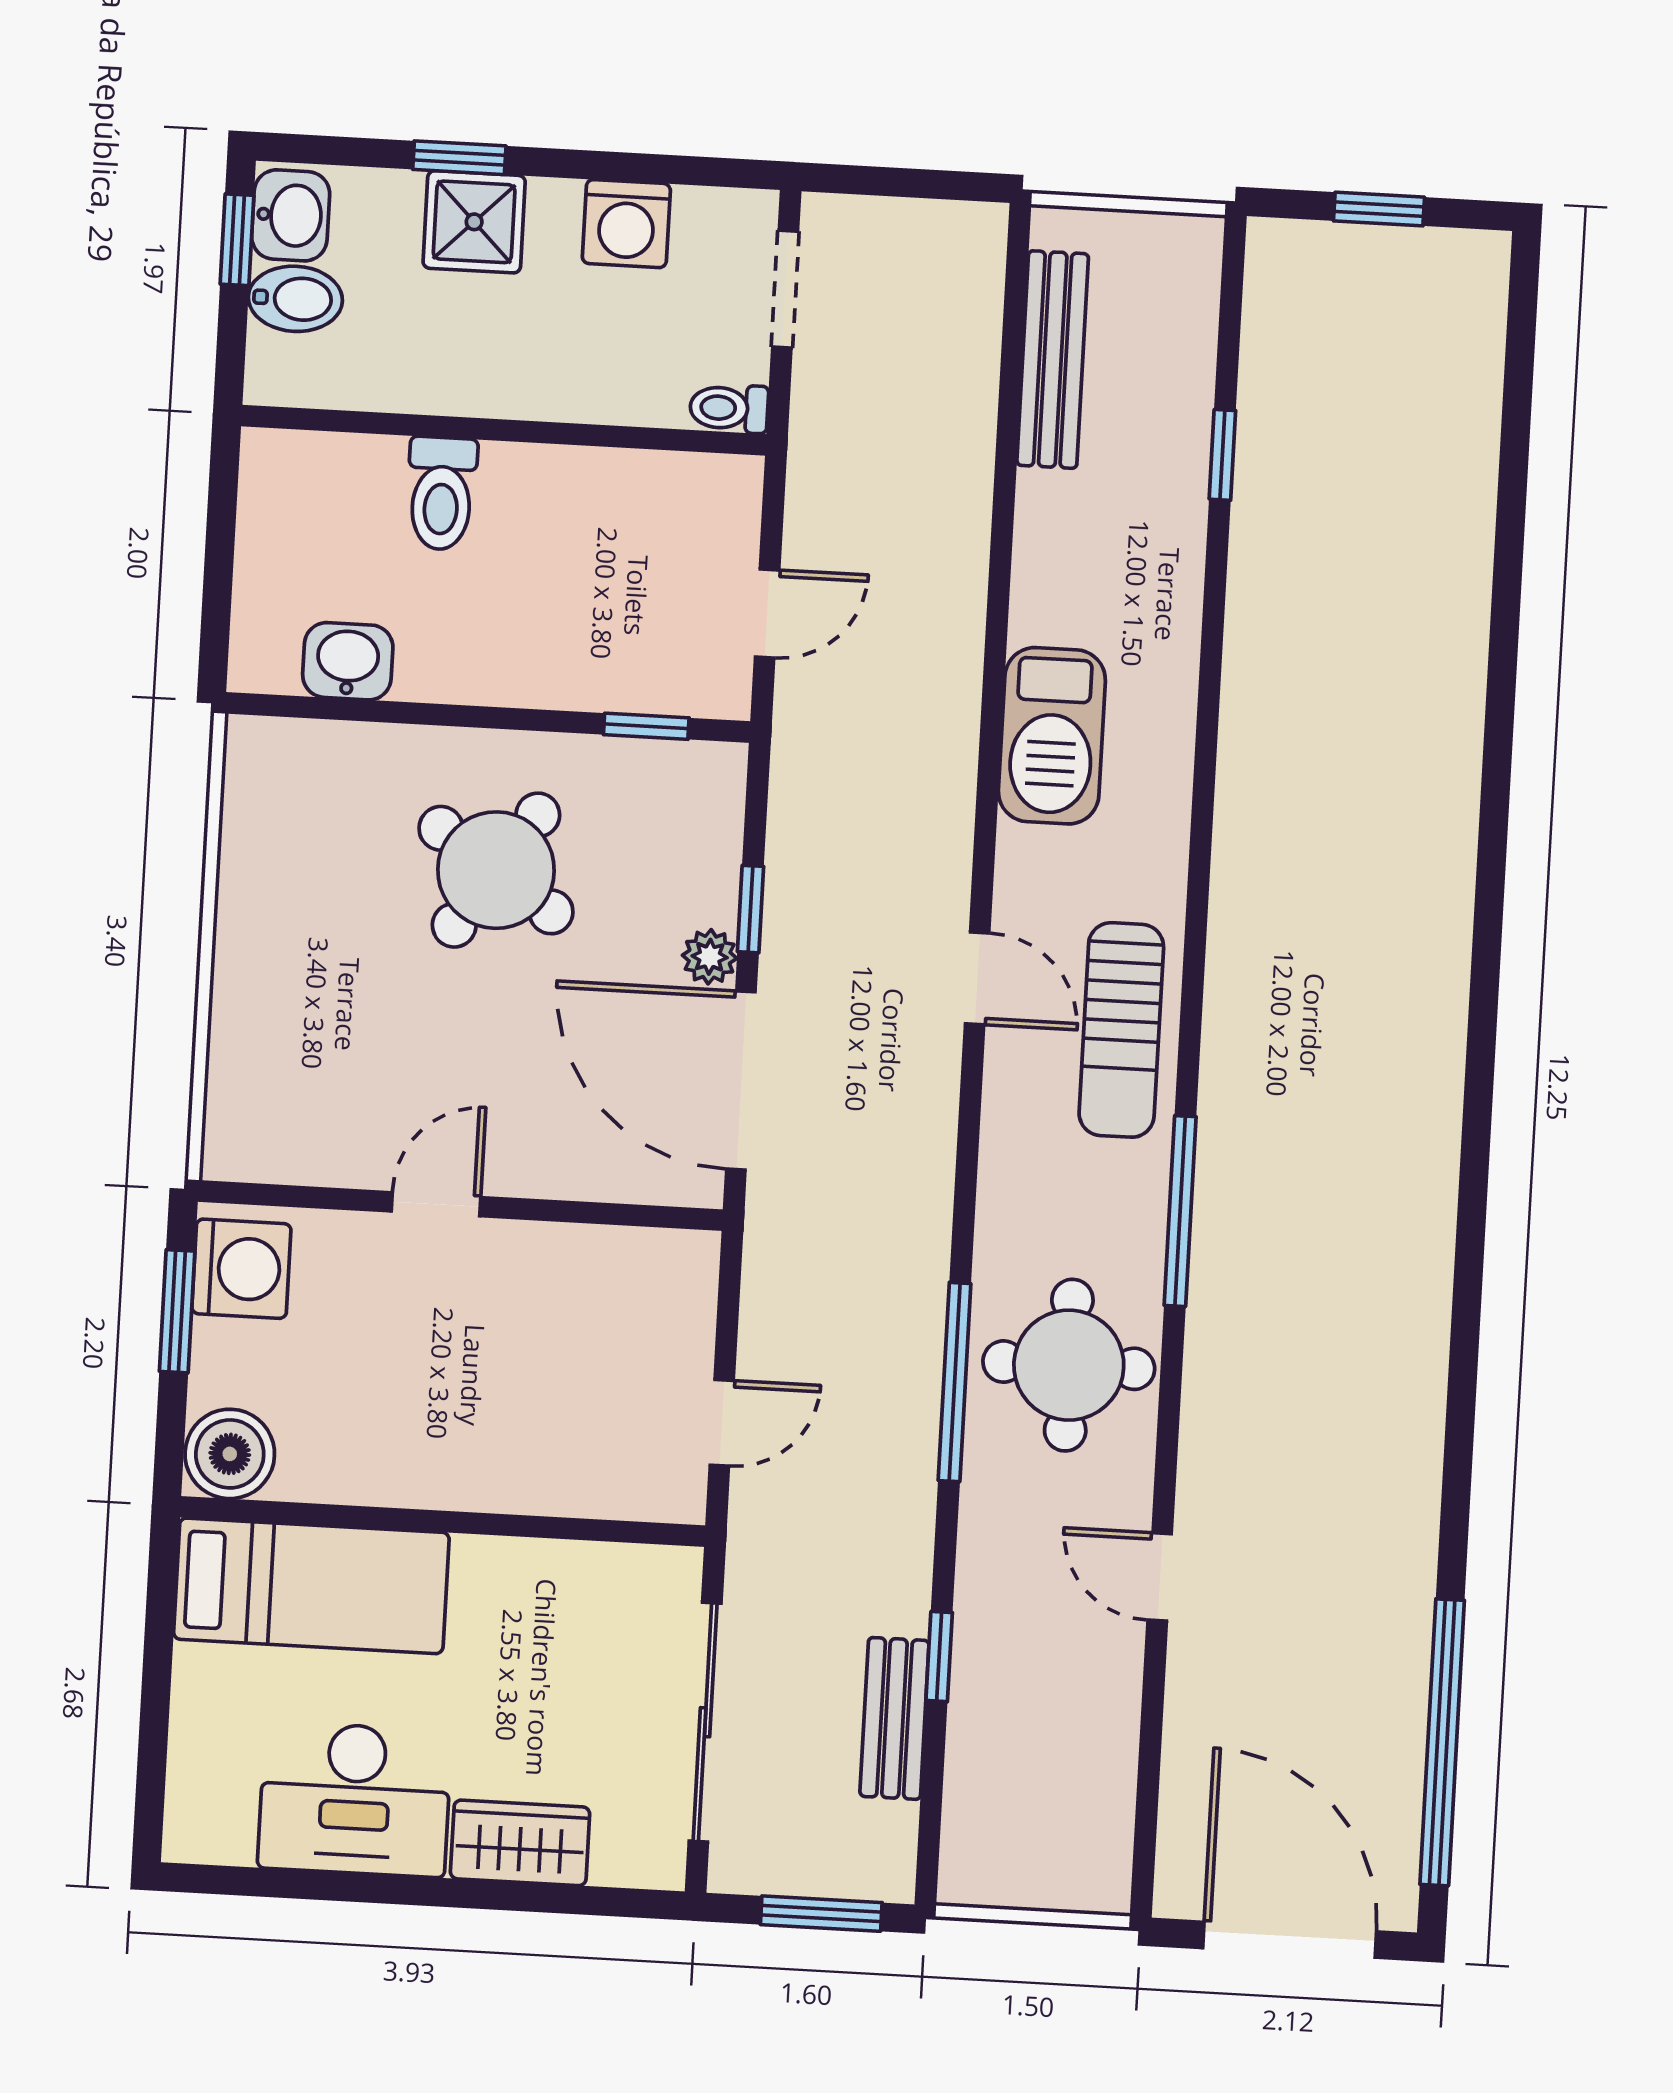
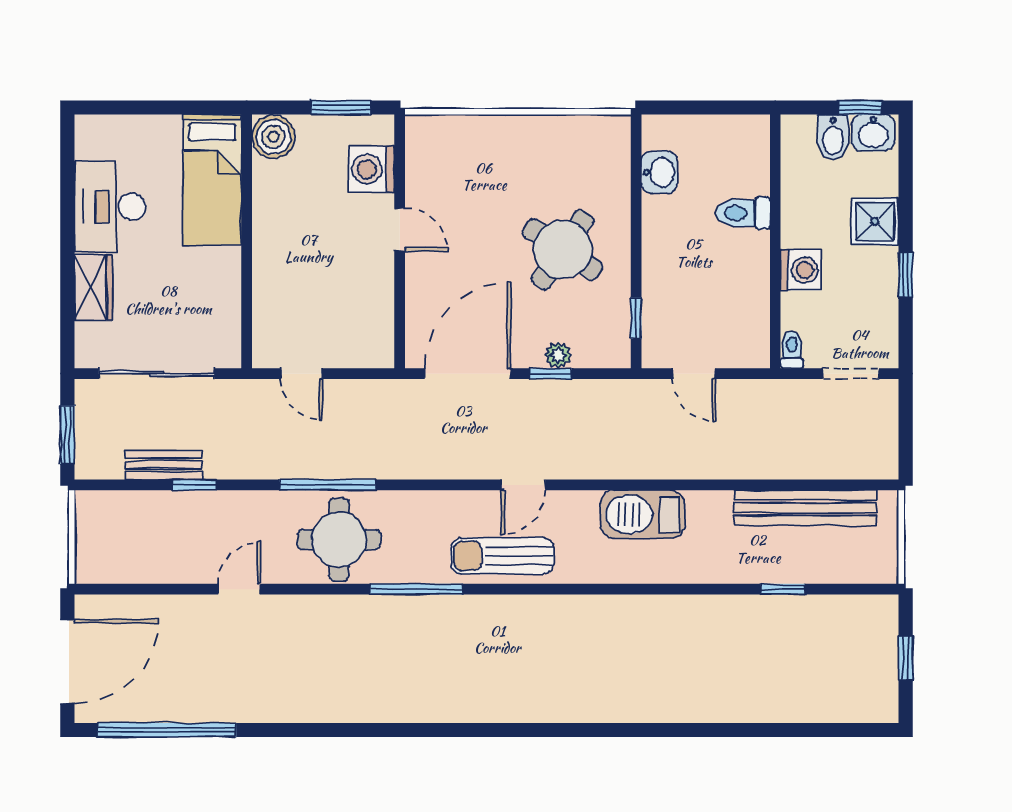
window: (459, 158) -> (906, 275), moved
washing machine: (626, 224) -> (801, 270), moved, turned 180
bench: (1053, 360) -> (805, 508), width x1.37, depth x1.21
plant: (710, 957) -> (558, 355), moved
washing machine: (241, 1269) -> (371, 169), moved, turned 90

